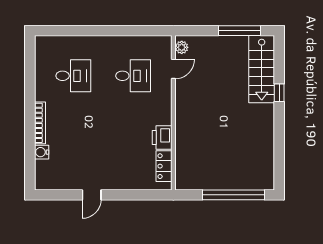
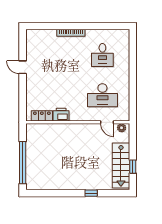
window: (240, 31) -> (133, 167), width x0.46
stairs: (262, 69) -> (121, 166), moved, turned -90
desk: (133, 76) -> (102, 95), width x1.37
water cooler: (42, 152) -> (51, 34), removed

